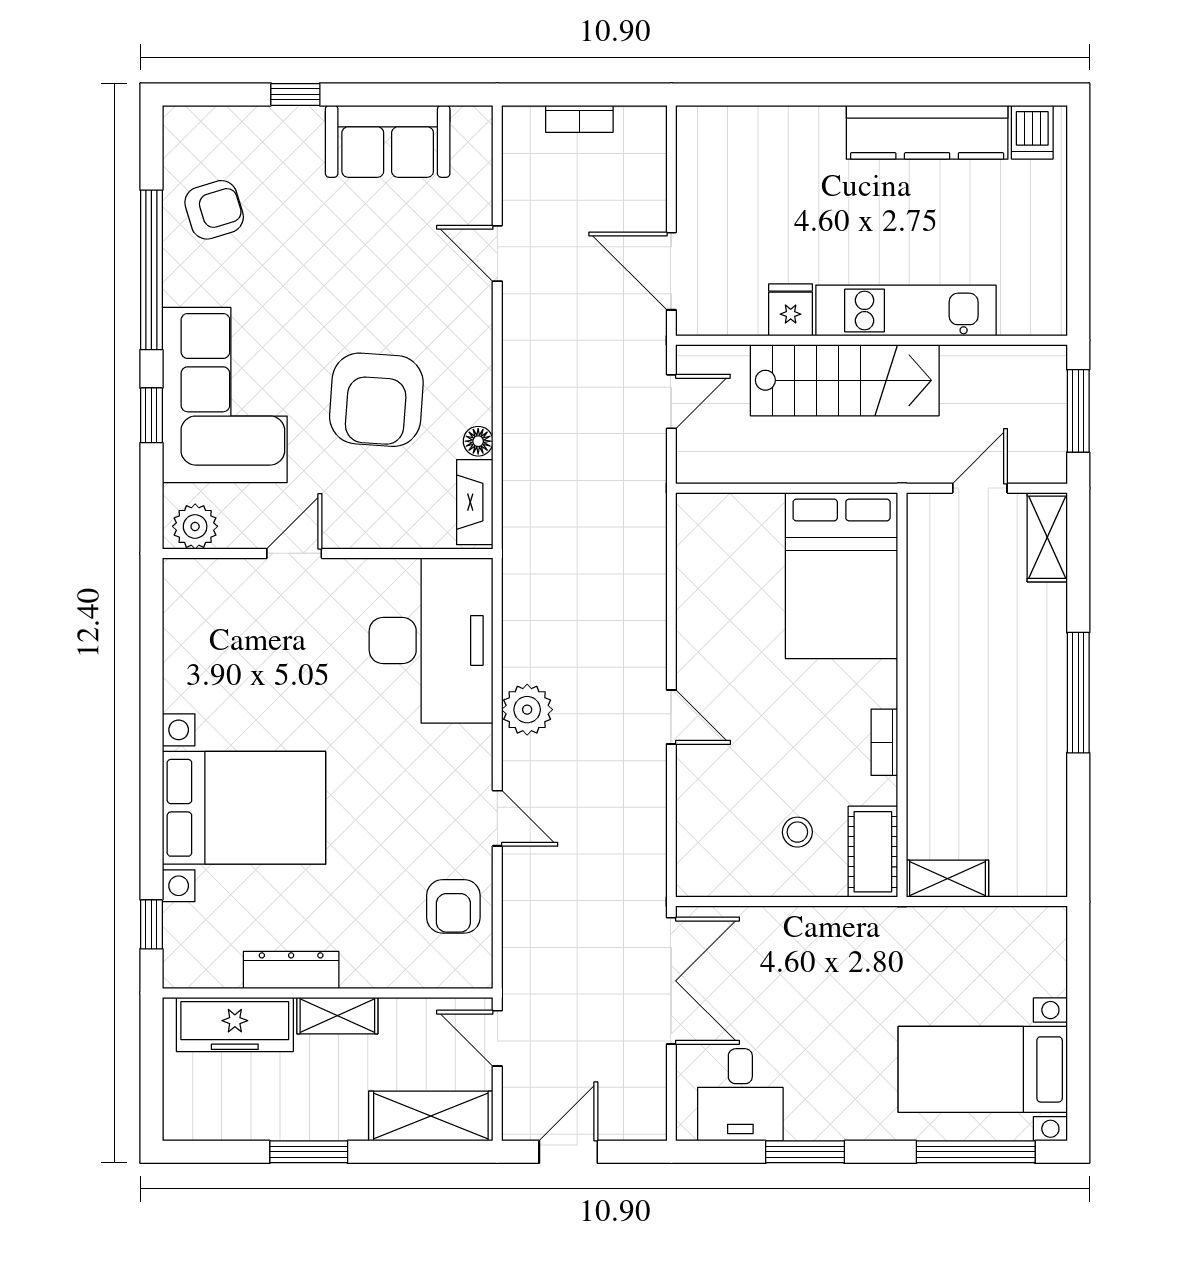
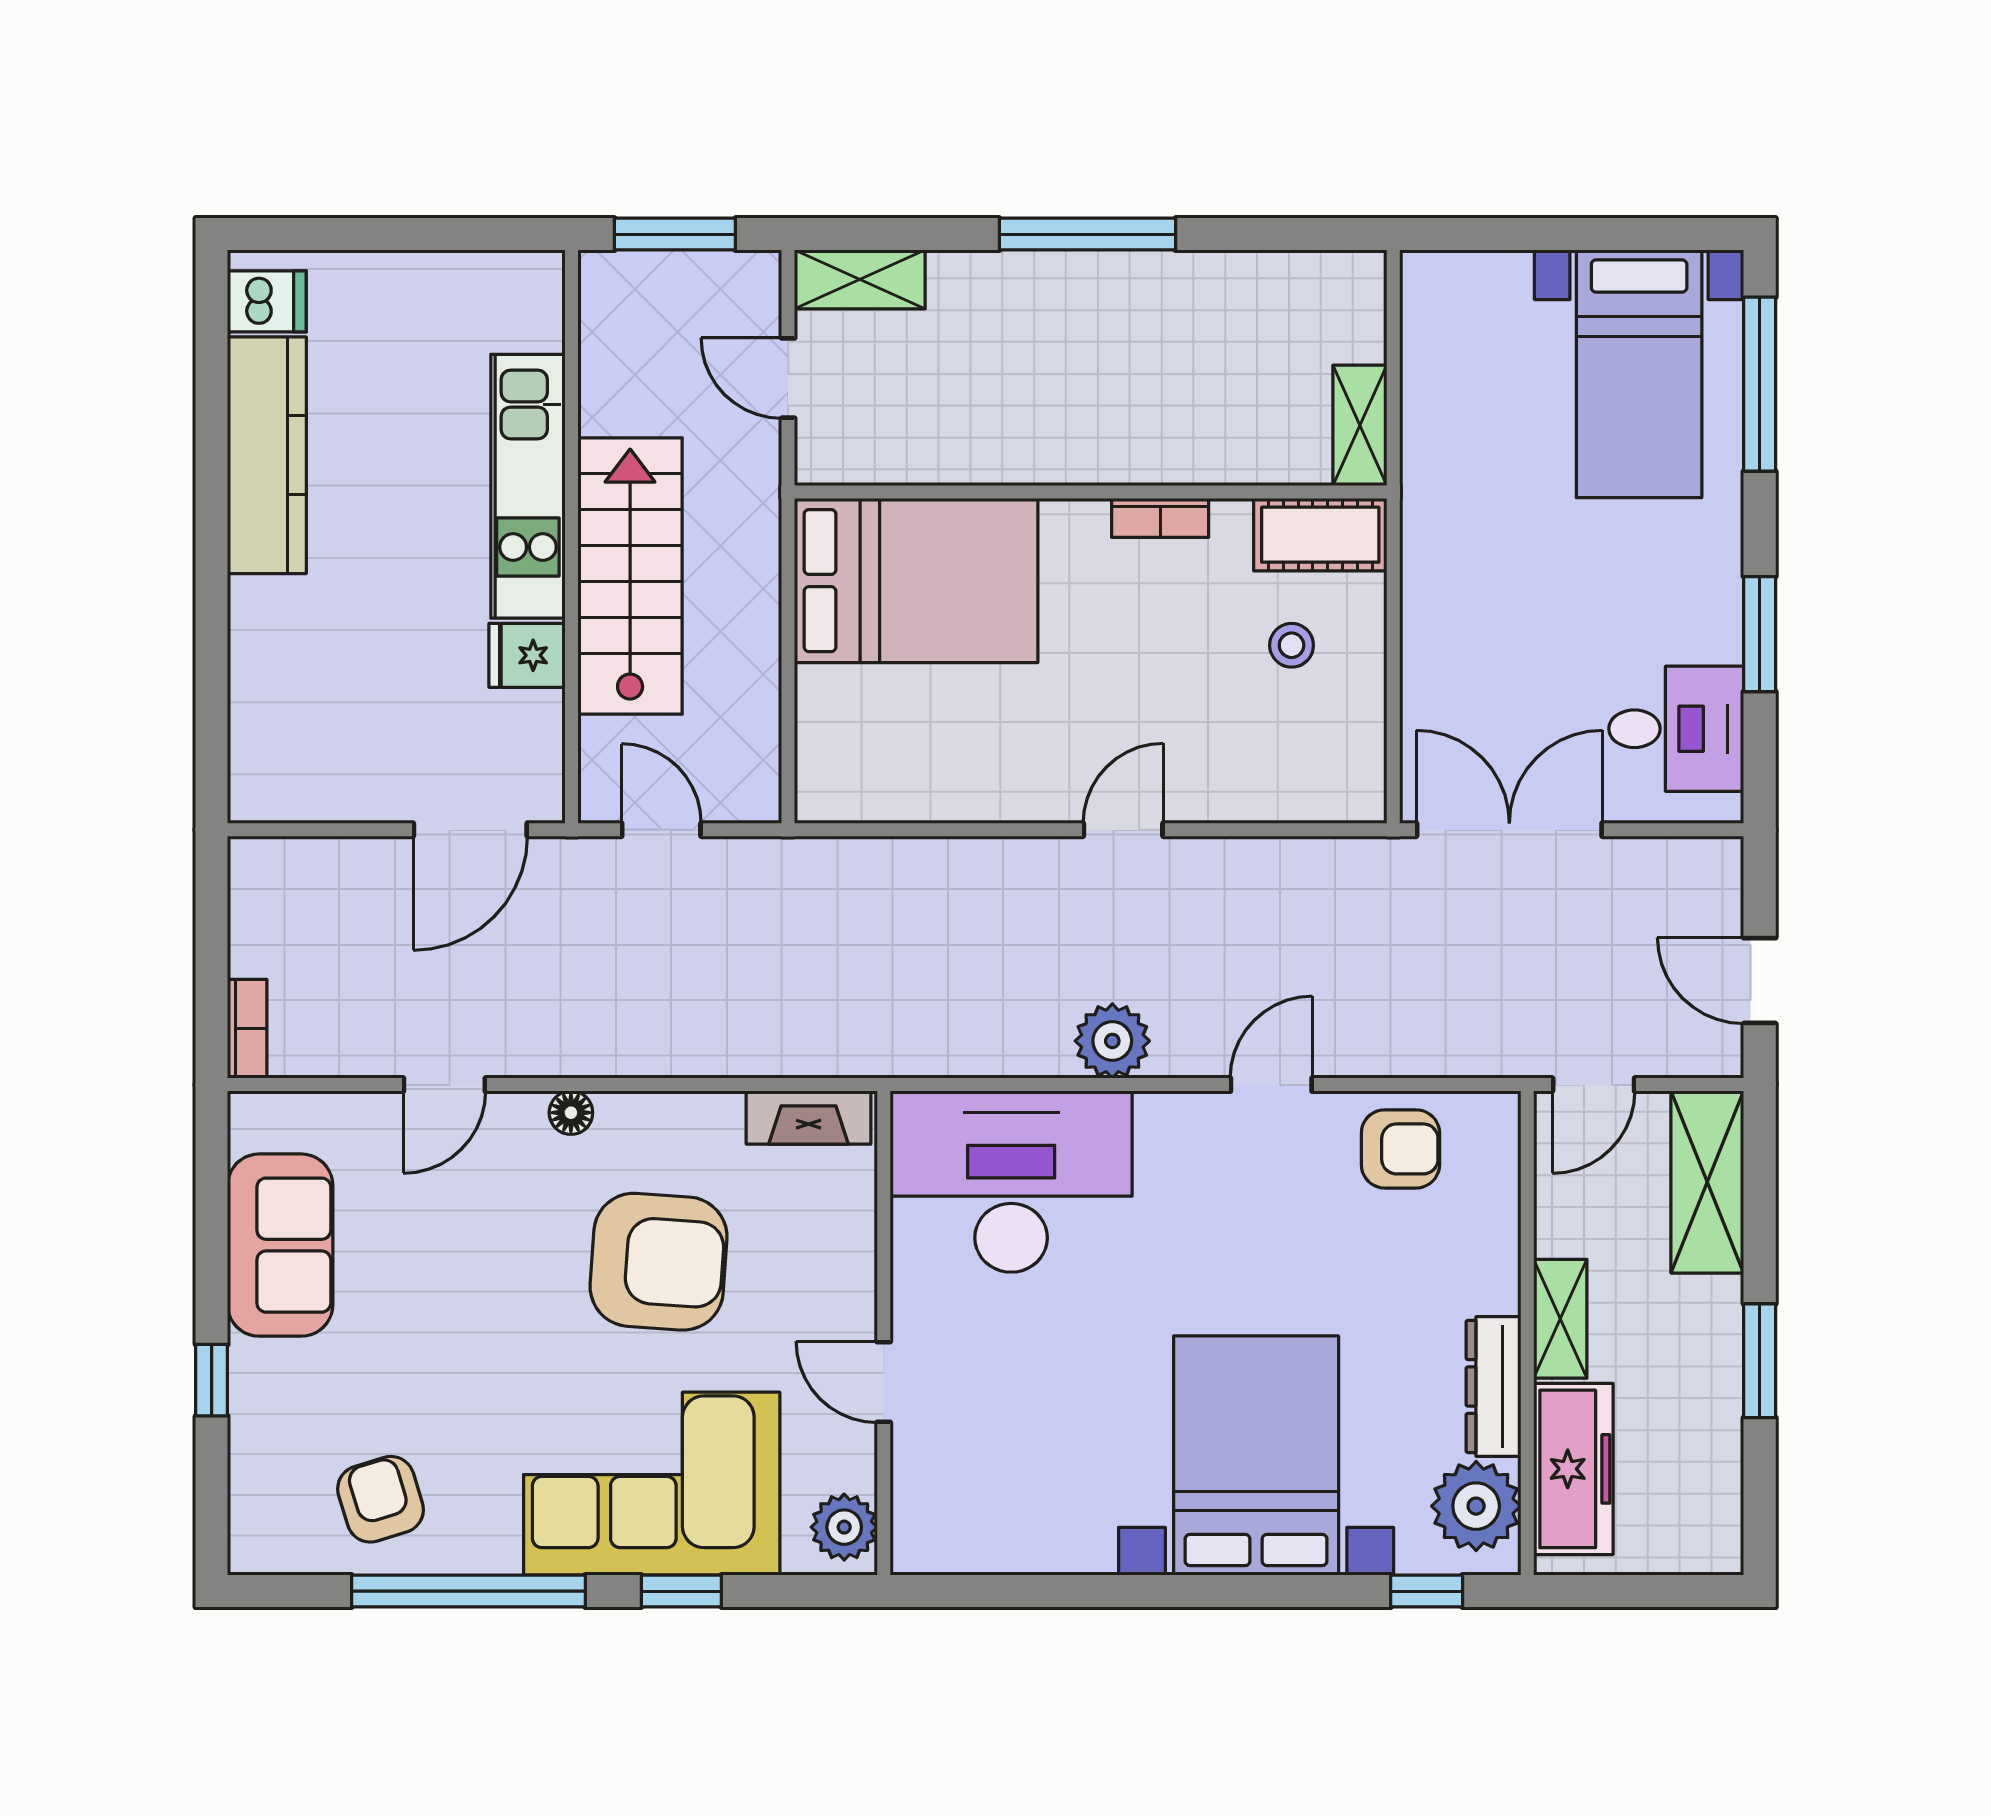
bookcase: (579, 119) -> (247, 1029), moved
floor lamp: (478, 441) -> (571, 1113), moved
plant: (209, 958) -> (1476, 1506), added

